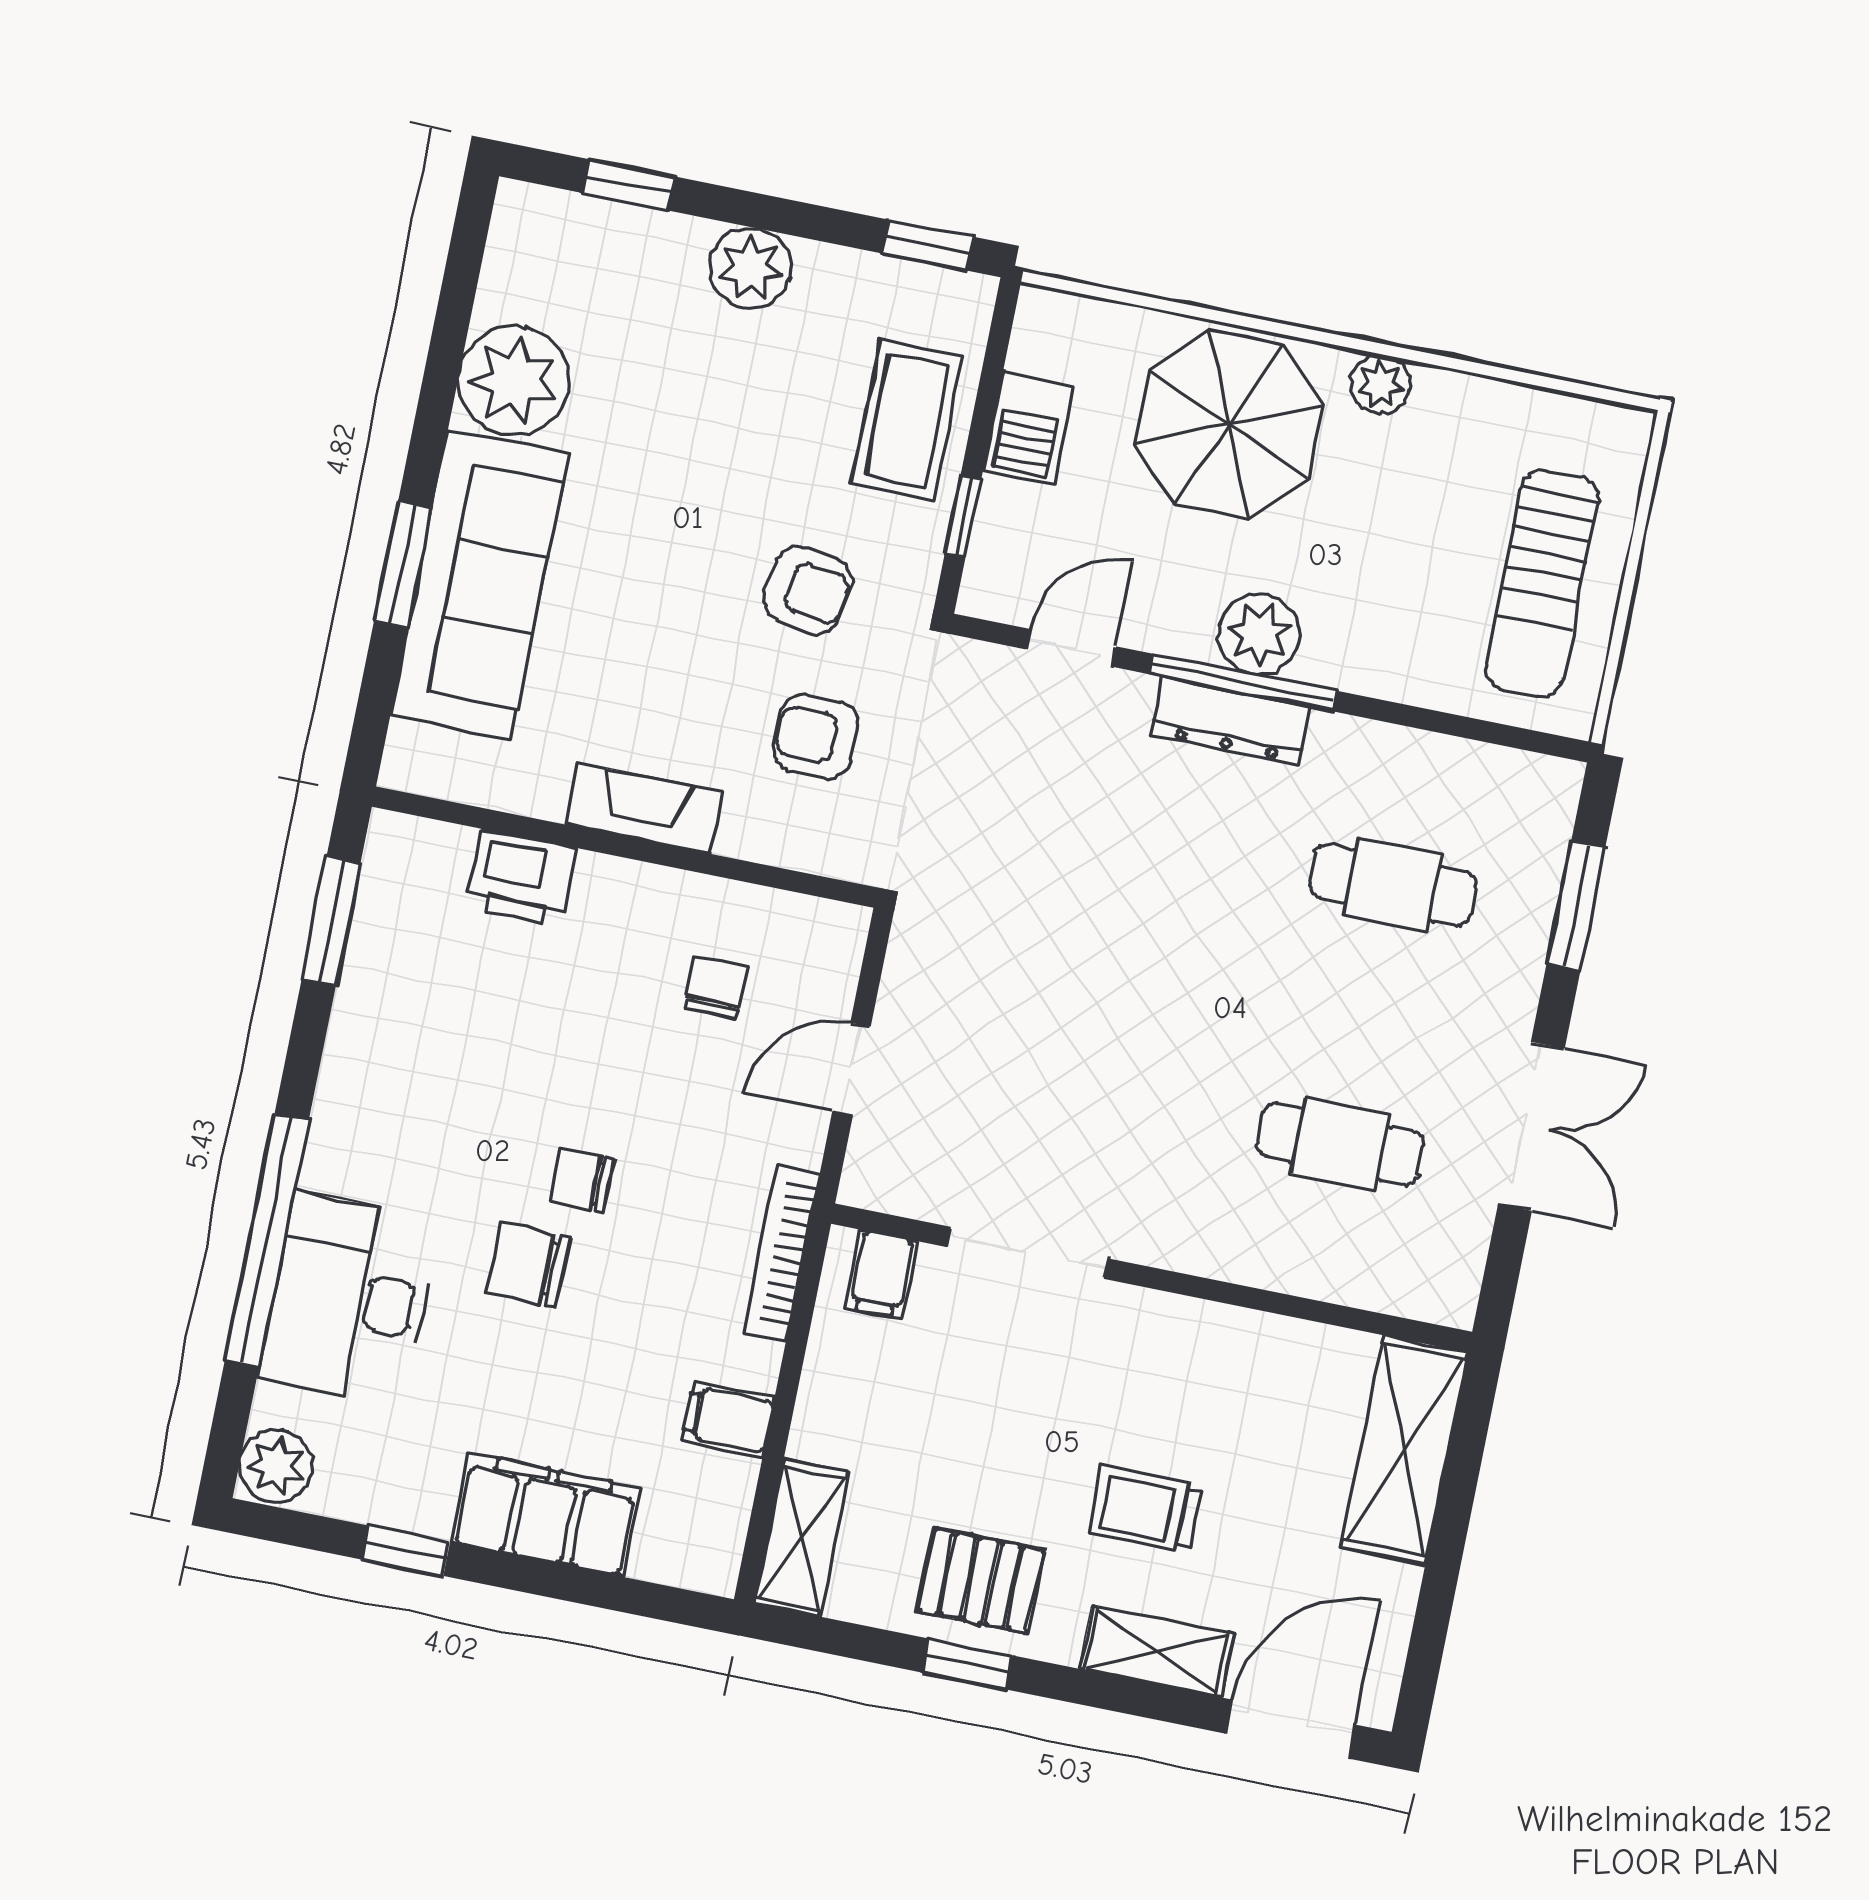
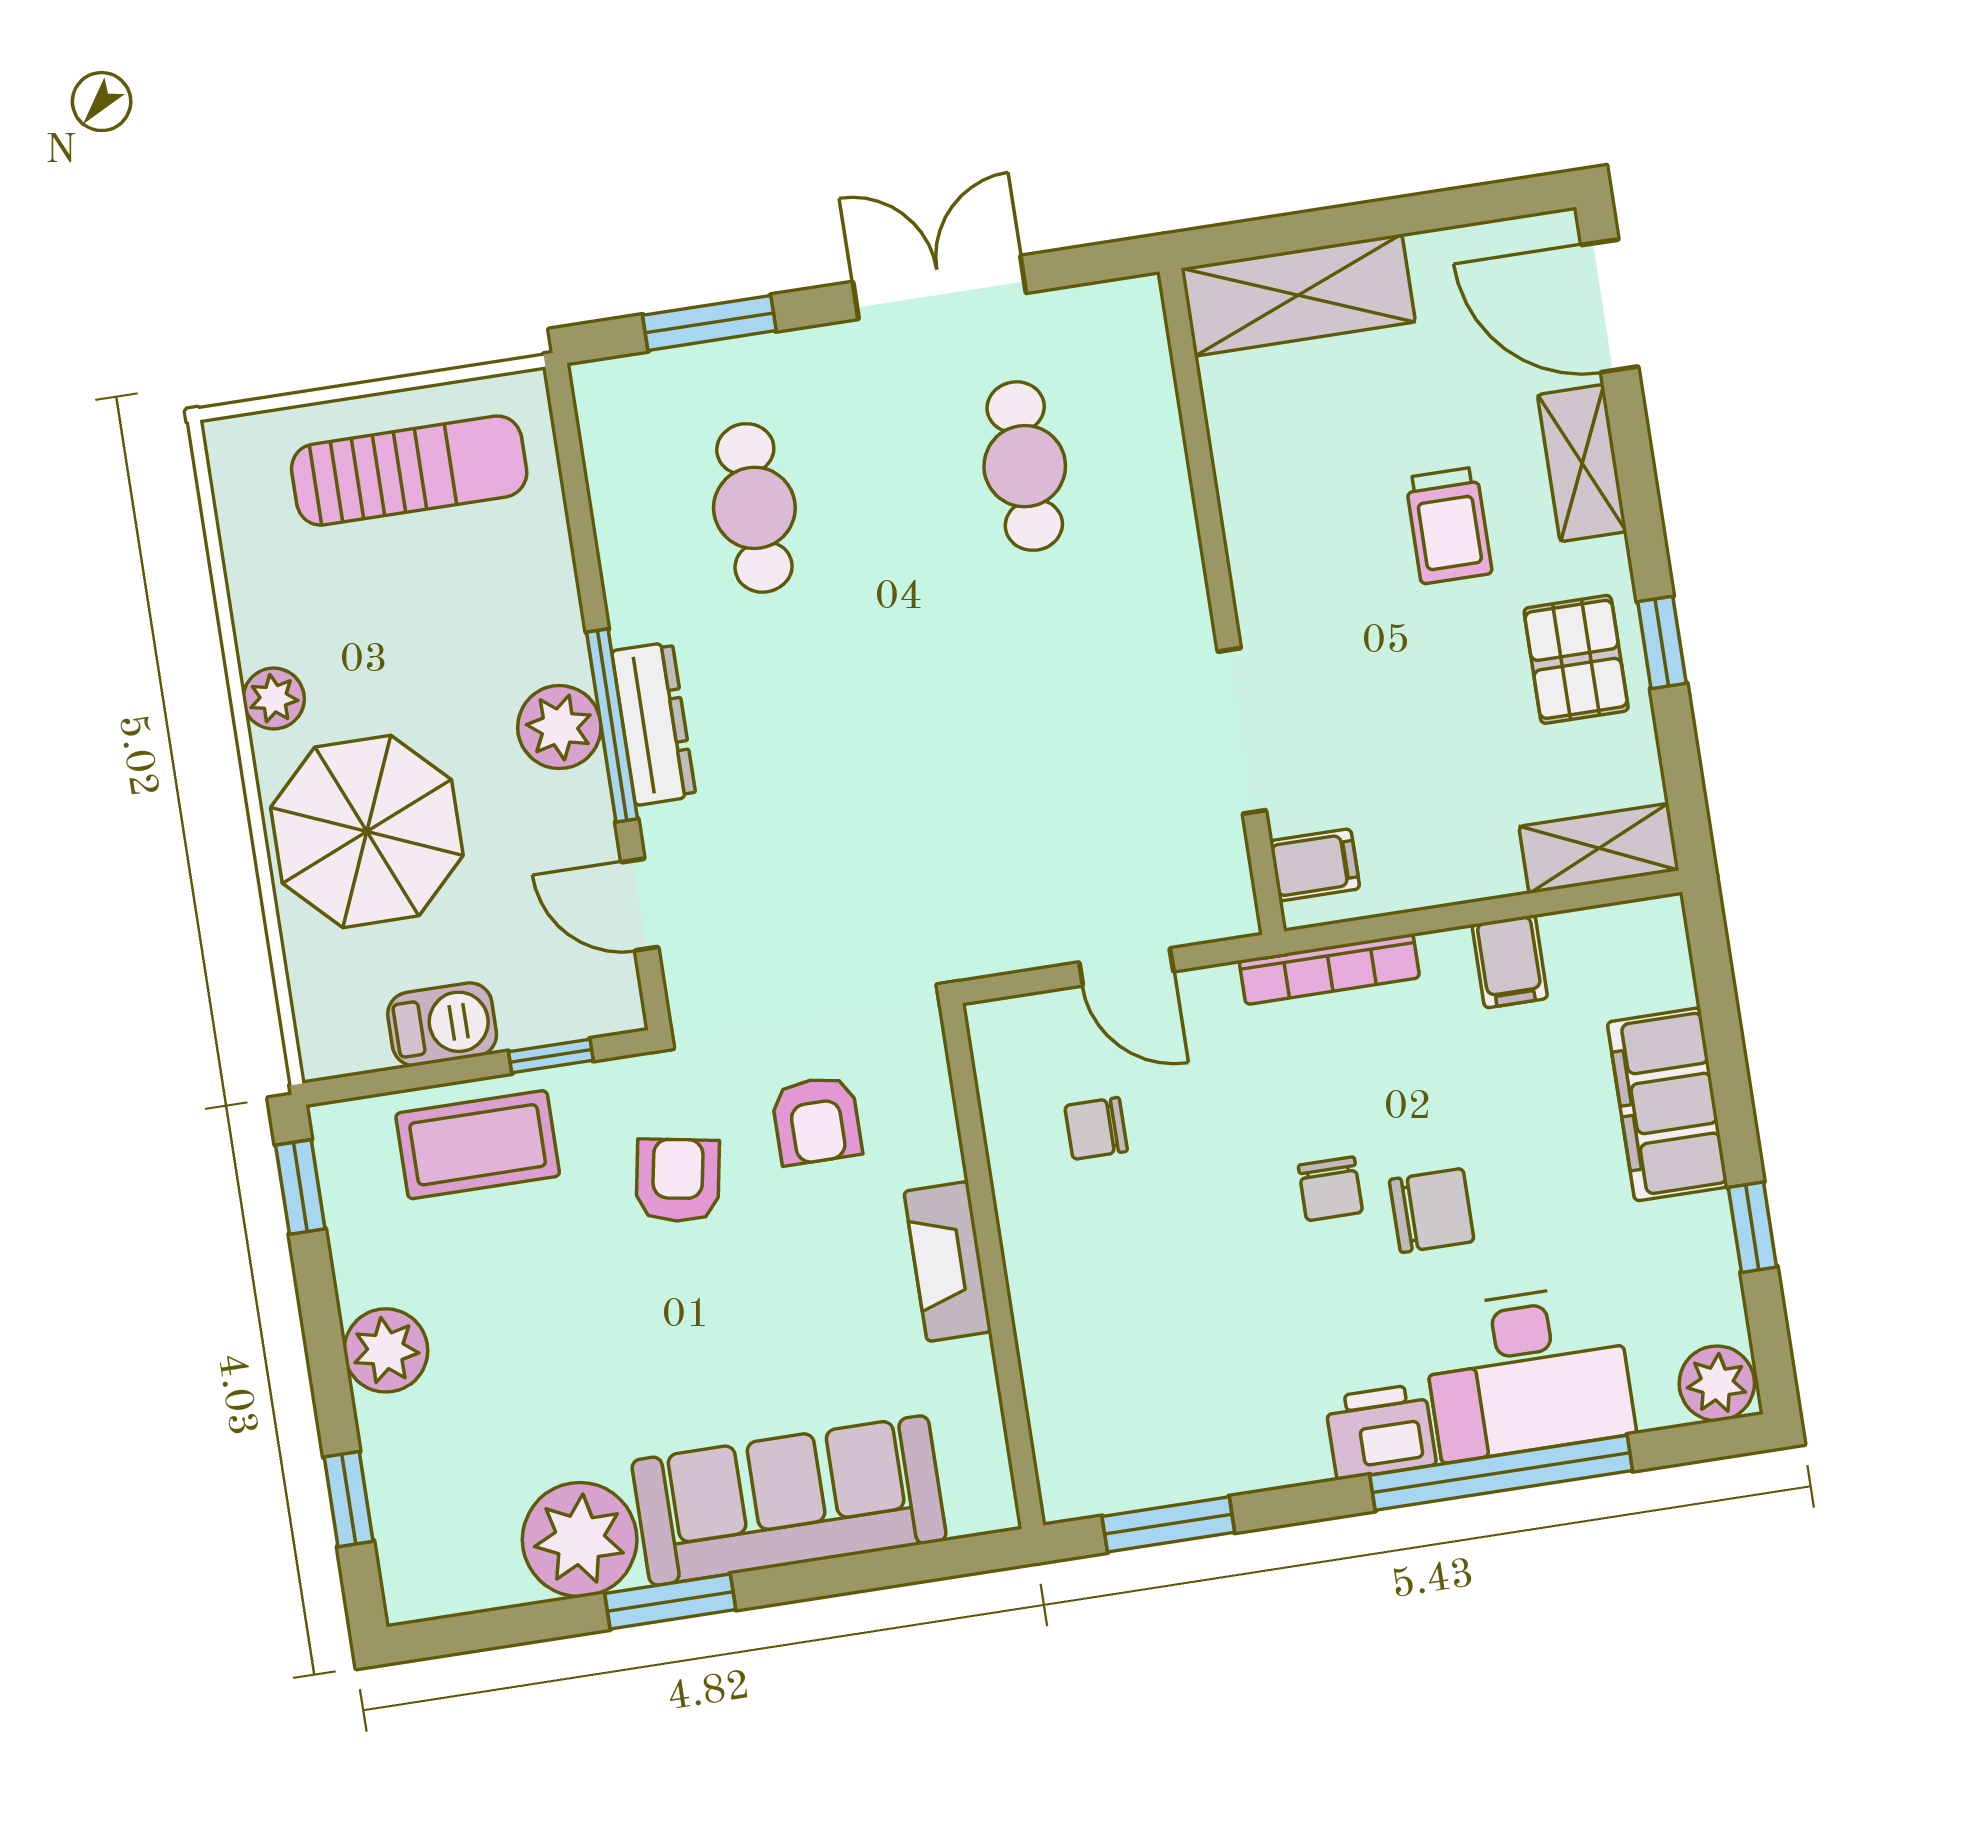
window: (403, 564) -> (670, 1601), moved
printer: (521, 878) -> (1380, 1431), moved, turned -90
chair: (528, 1265) -> (1432, 1211), turned -91

